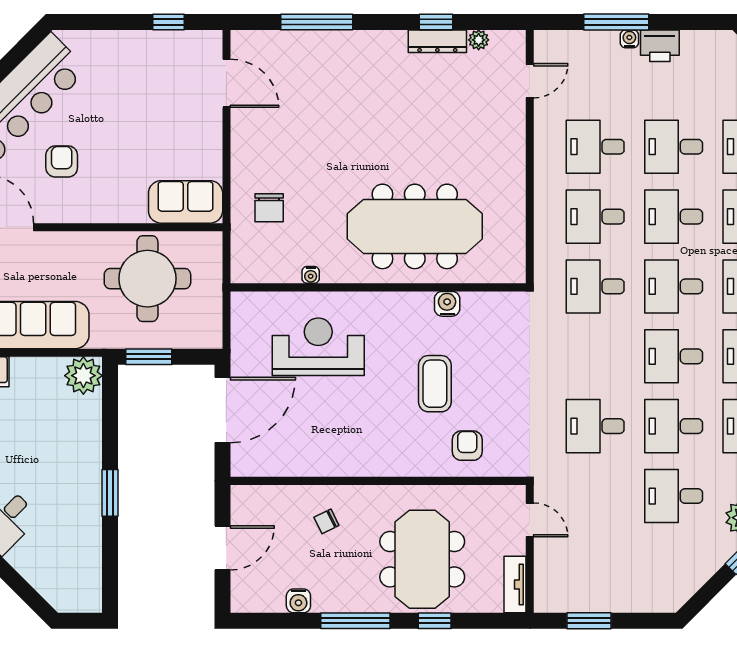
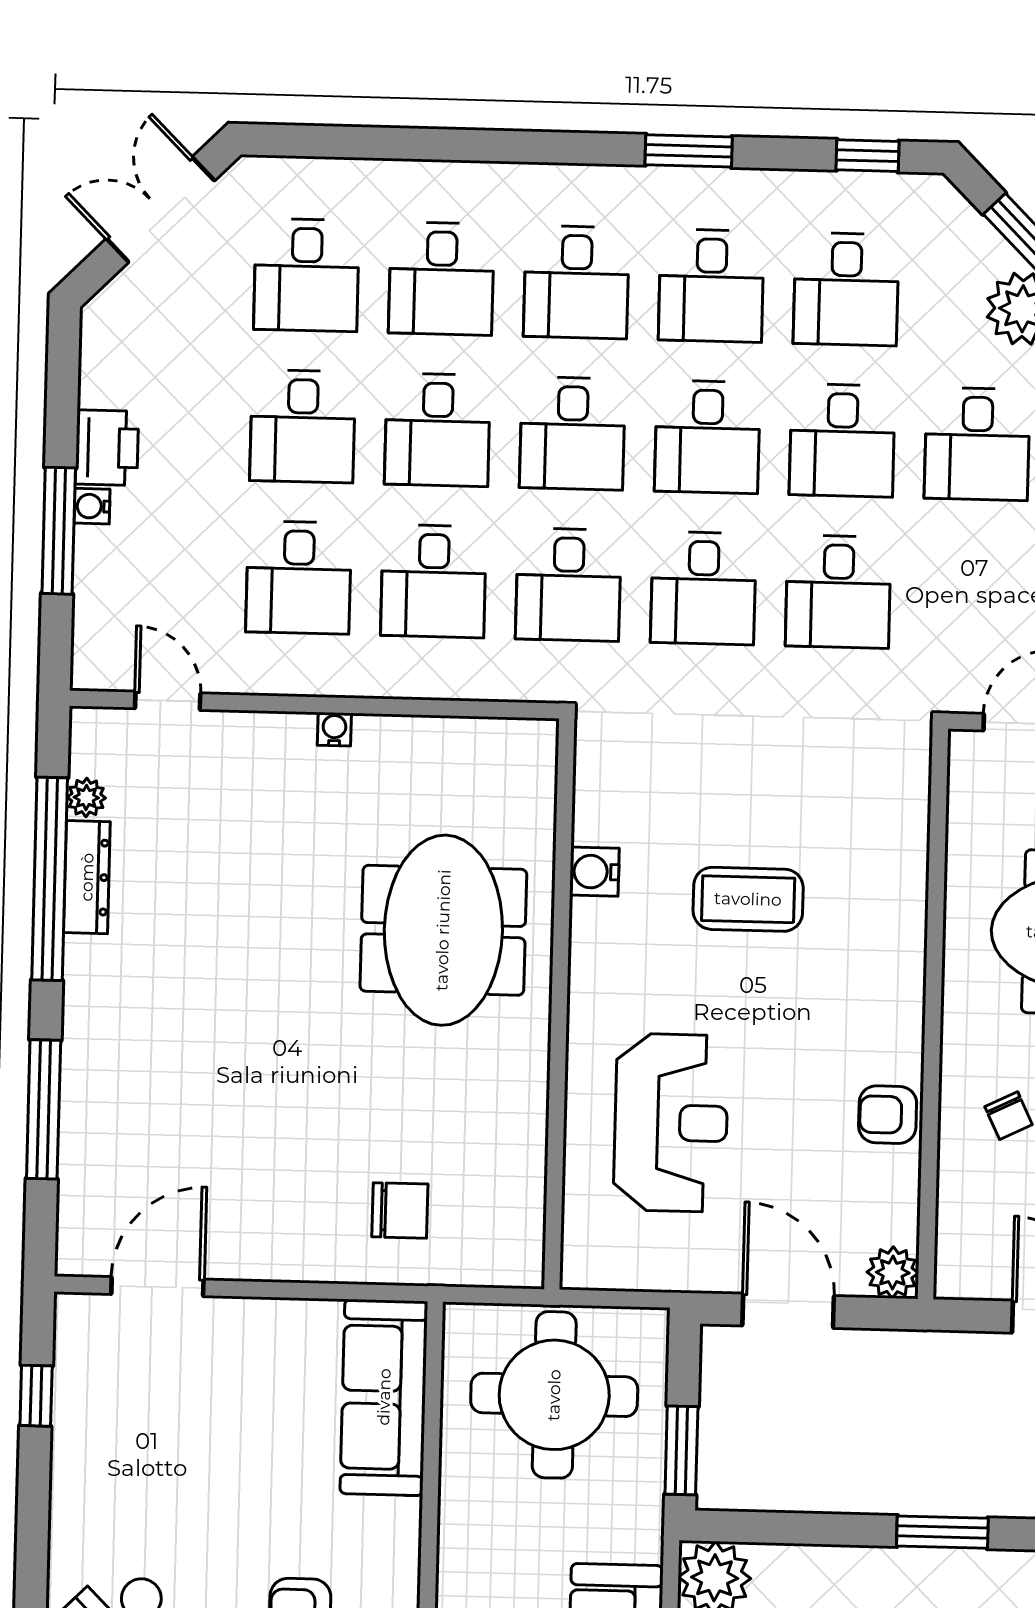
window: (436, 22) -> (50, 879), width x3.17
sofa: (186, 202) -> (384, 1397), width x1.36
meeting table: (415, 226) -> (443, 930), width x0.73
water cooler: (311, 275) -> (334, 729), moved, turned -90
round table: (147, 279) -> (554, 1395), moved
reception desk: (318, 347) -> (671, 1123), turned 180
desk: (595, 356) -> (703, 588), added
door: (223, 410) -> (788, 1311), width x0.73
armchair: (467, 446) -> (888, 1115), moved
plant: (244, 464) -> (893, 1272), added

